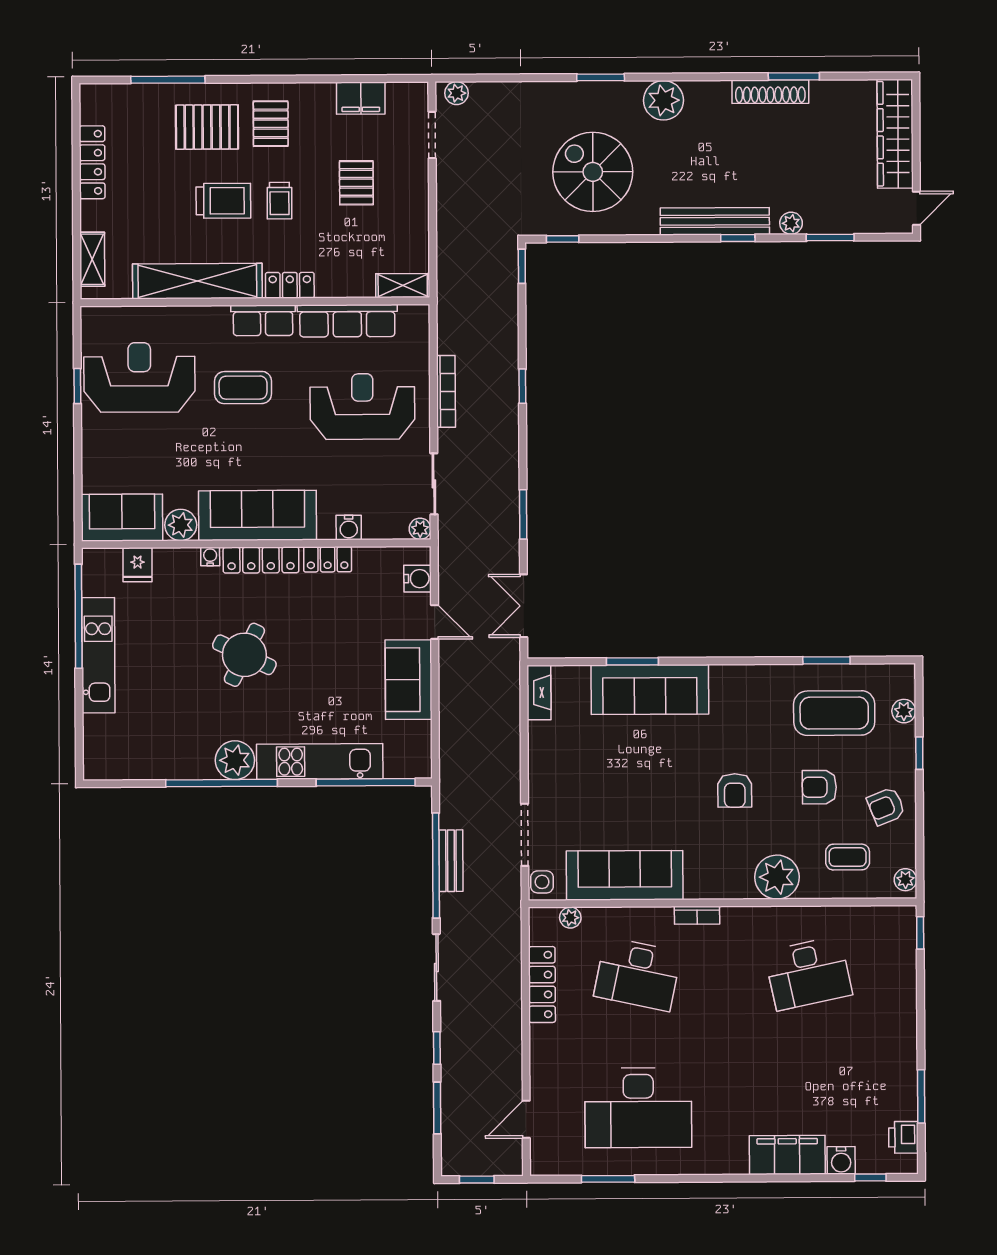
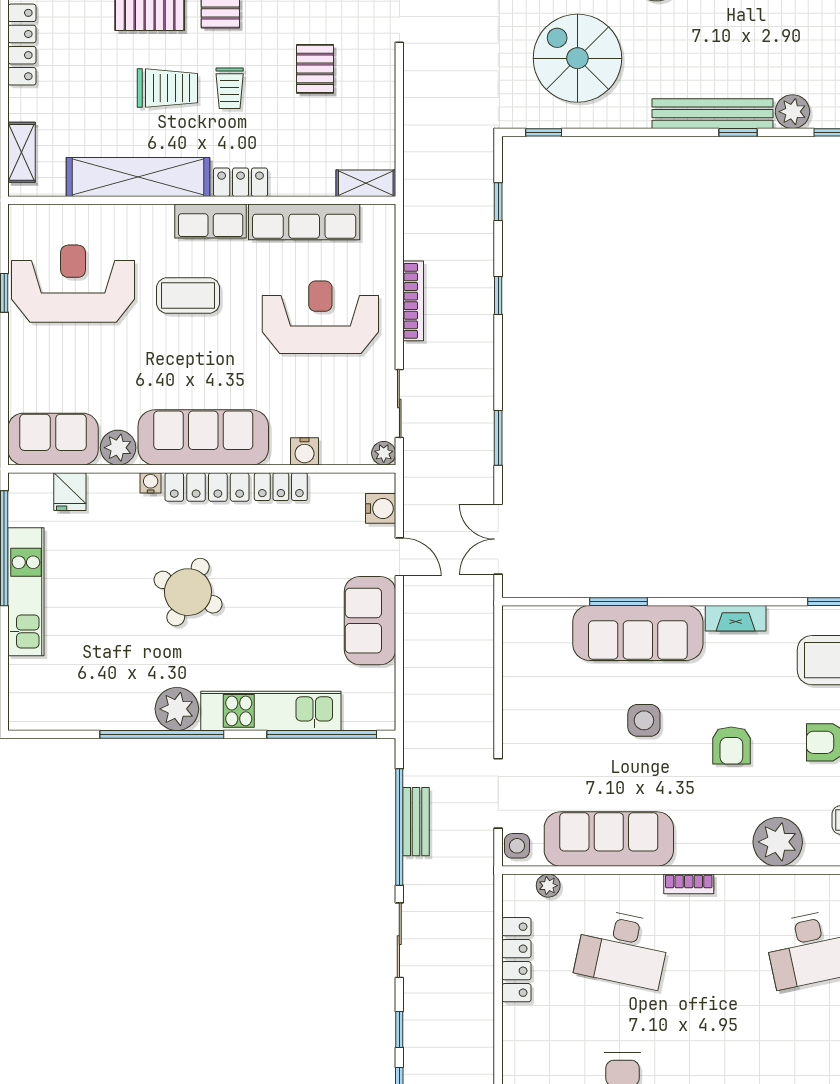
plant: (791, 223) -> (793, 112), width x1.38, depth x1.38
window: (522, 266) -> (498, 202), moved
fireplace: (539, 693) -> (736, 618), moved, turned 90
side table: (656, 768) -> (644, 720), added

